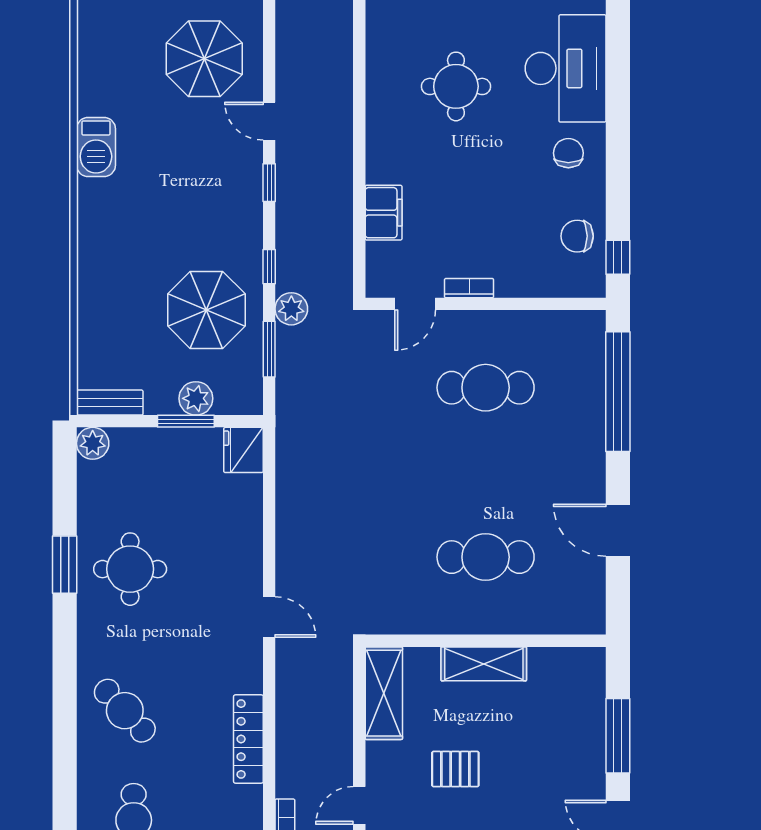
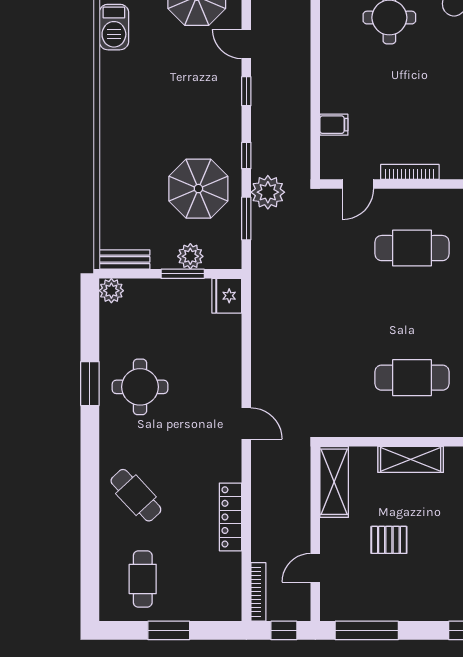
barbecue: (96, 147) -> (114, 27), moved
filing cabinet: (384, 213) -> (334, 125), width x0.50
bookcase: (469, 288) -> (410, 172), width x1.56
plant: (291, 309) -> (268, 192), width x1.36, depth x1.36

